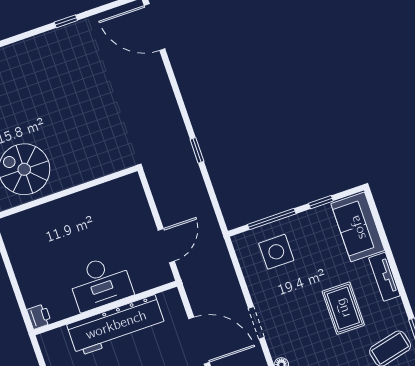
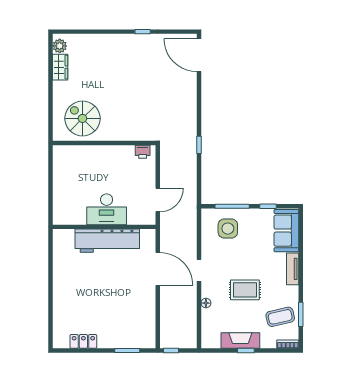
rug: (343, 308) -> (245, 290), moved, turned 90
printer: (39, 316) -> (143, 152), moved, turned 90

